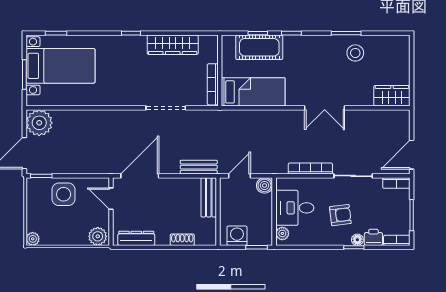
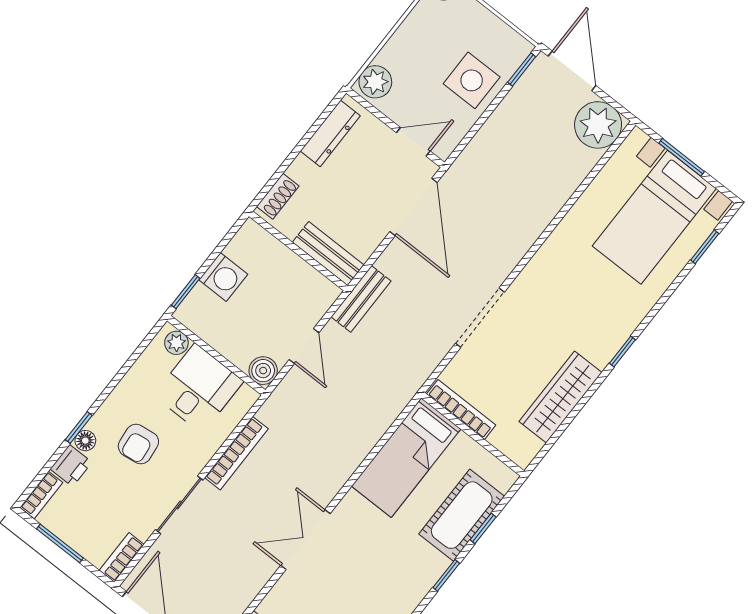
bench: (209, 197) -> (328, 254), moved
wall: (218, 212) -> (298, 251), moved

